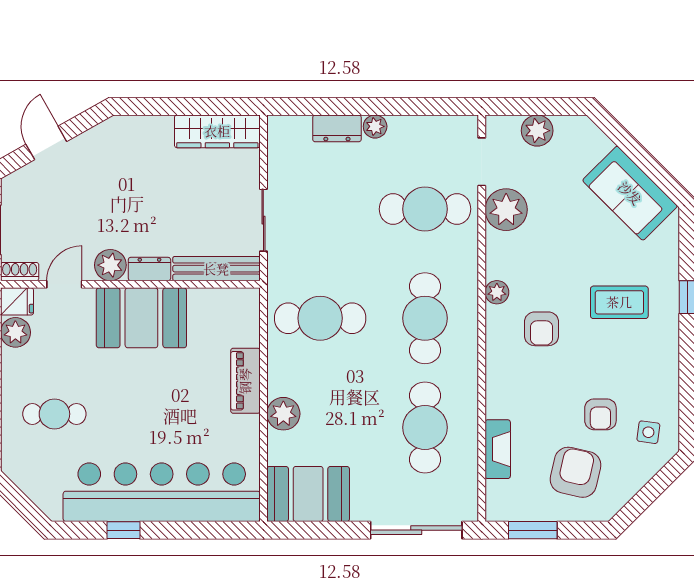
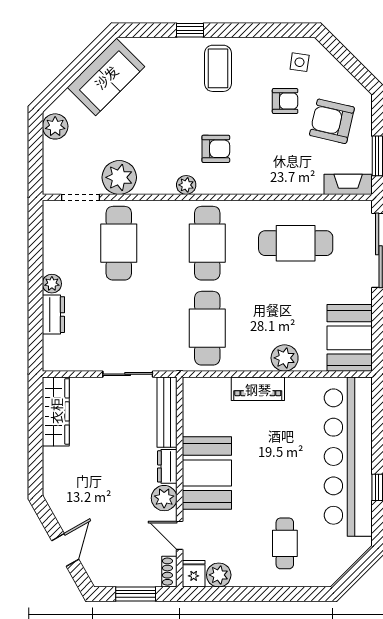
plant: (537, 131) -> (55, 126), moved
door: (46, 143) -> (65, 550), swing flipped
coffee table: (619, 302) -> (218, 68), moved
cafe table: (425, 318) -> (207, 243), turned 90
fireplace: (498, 449) -> (348, 184), moved

